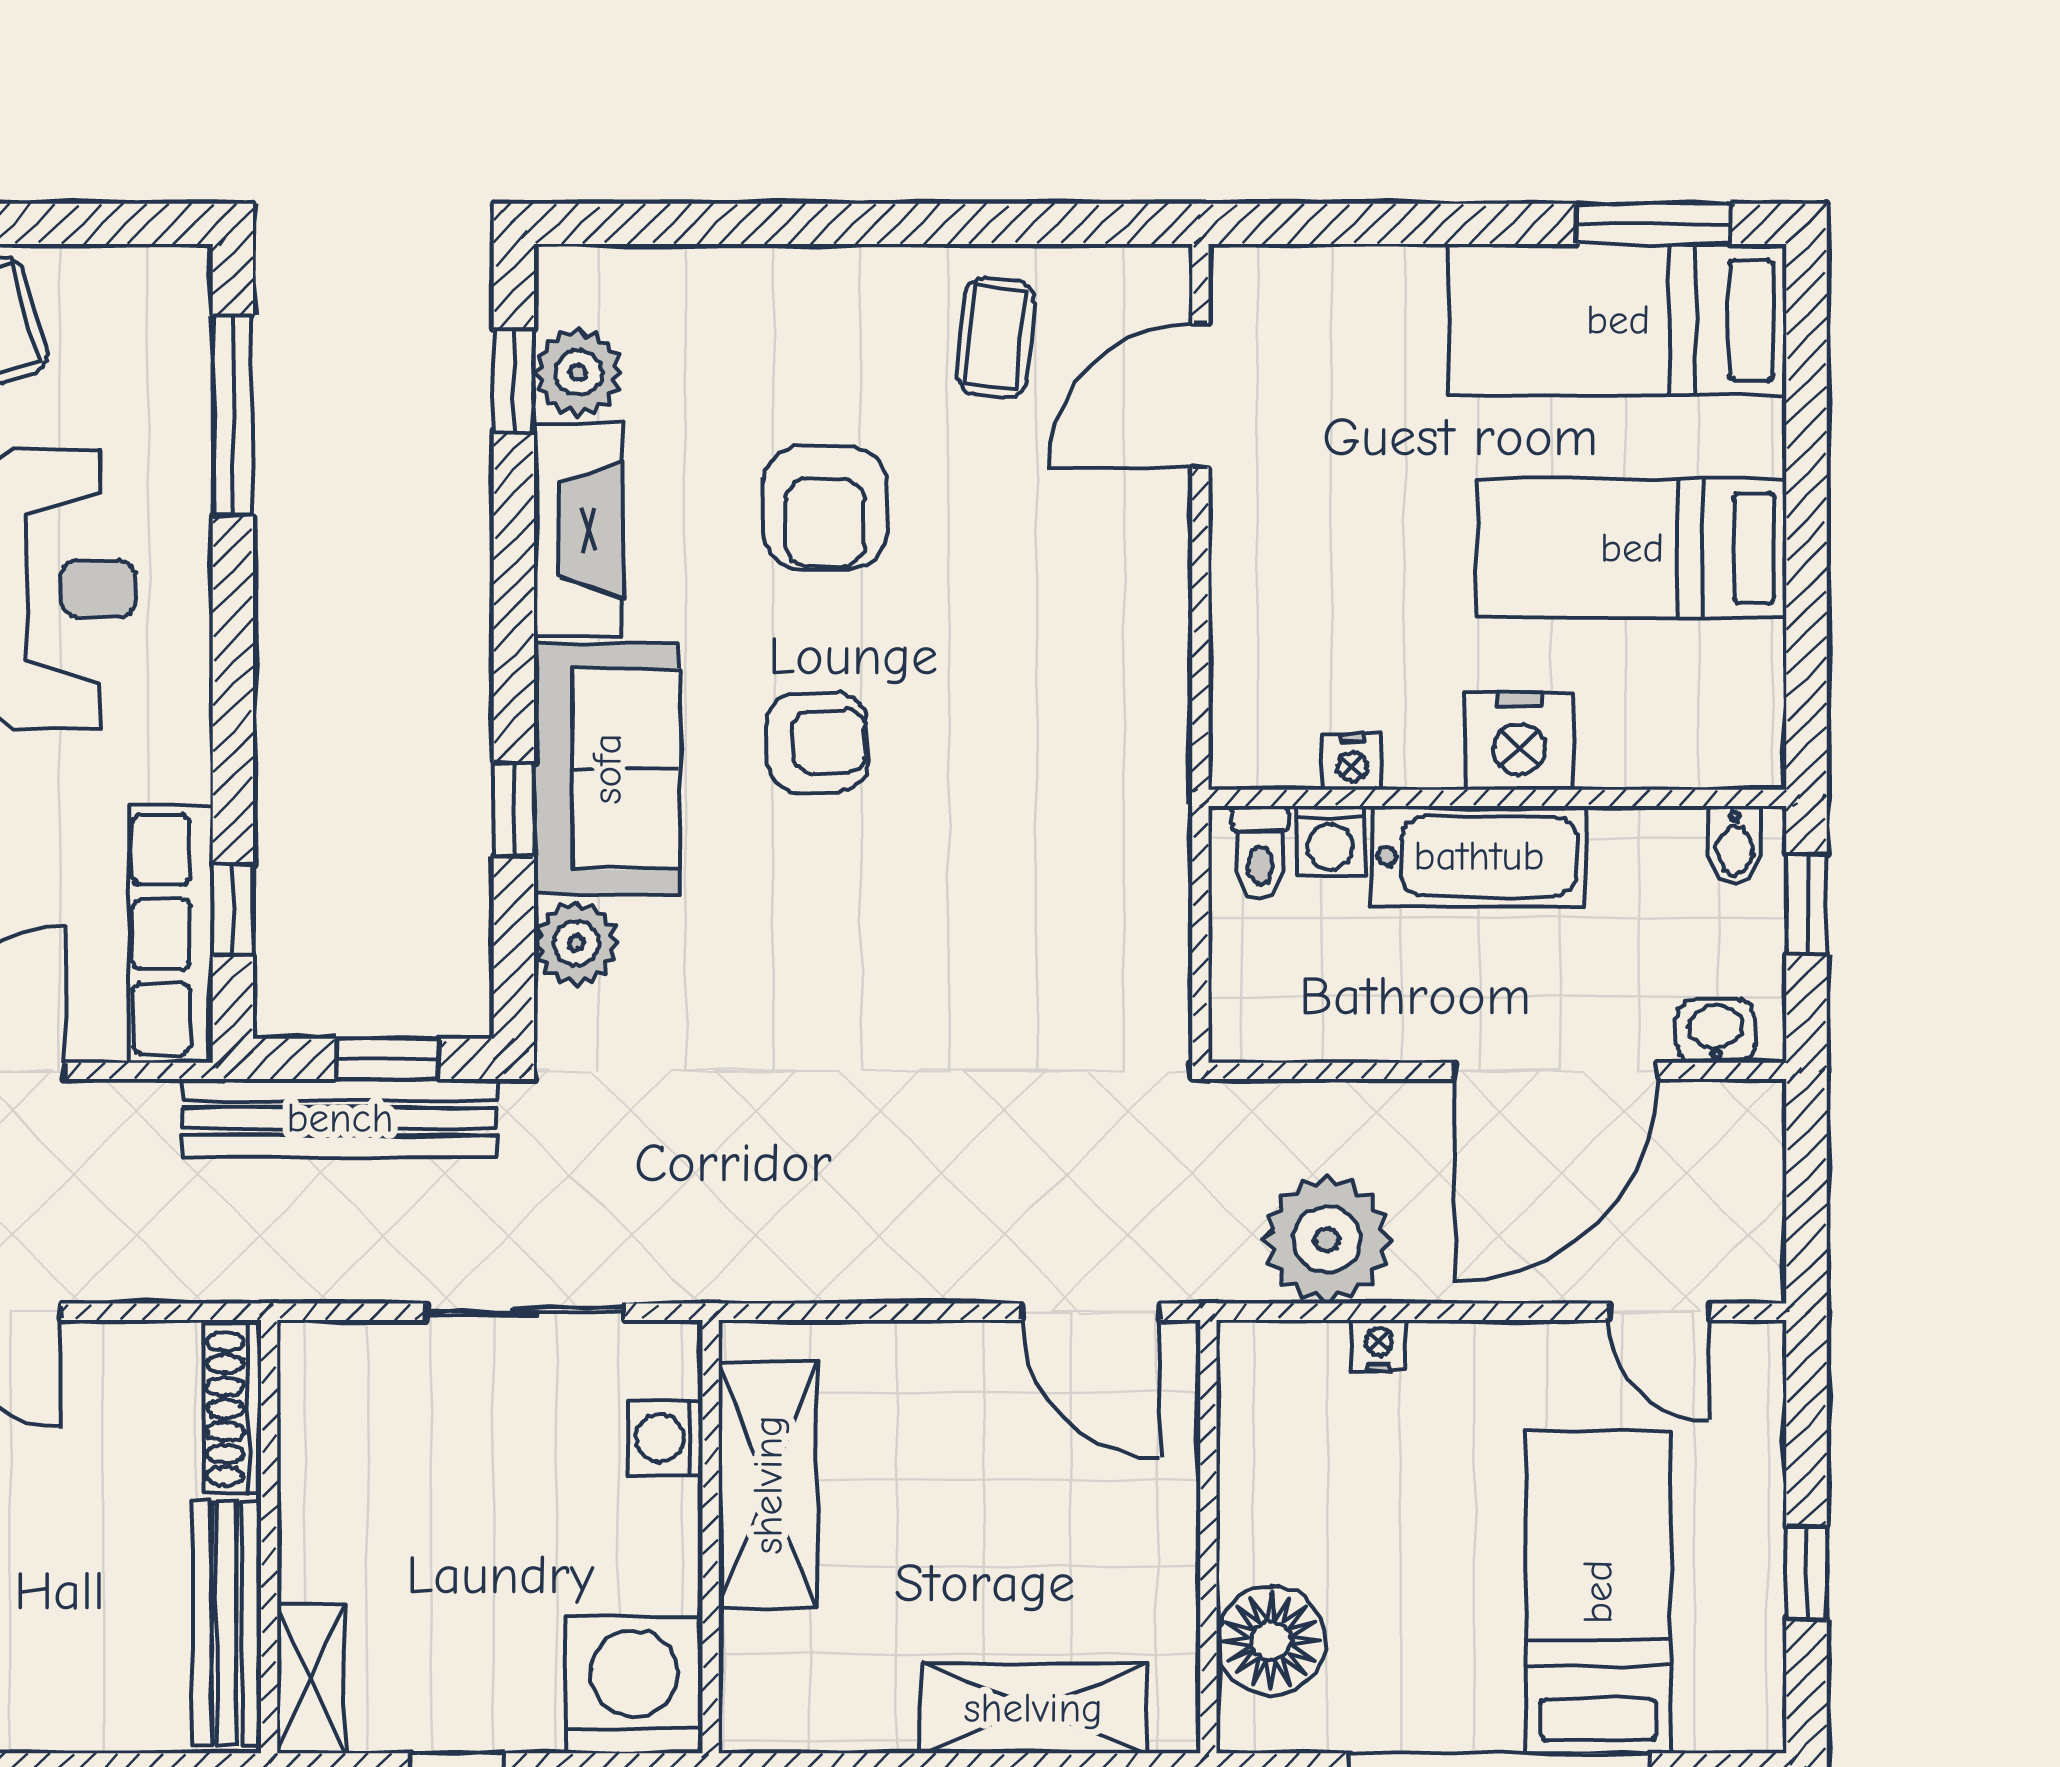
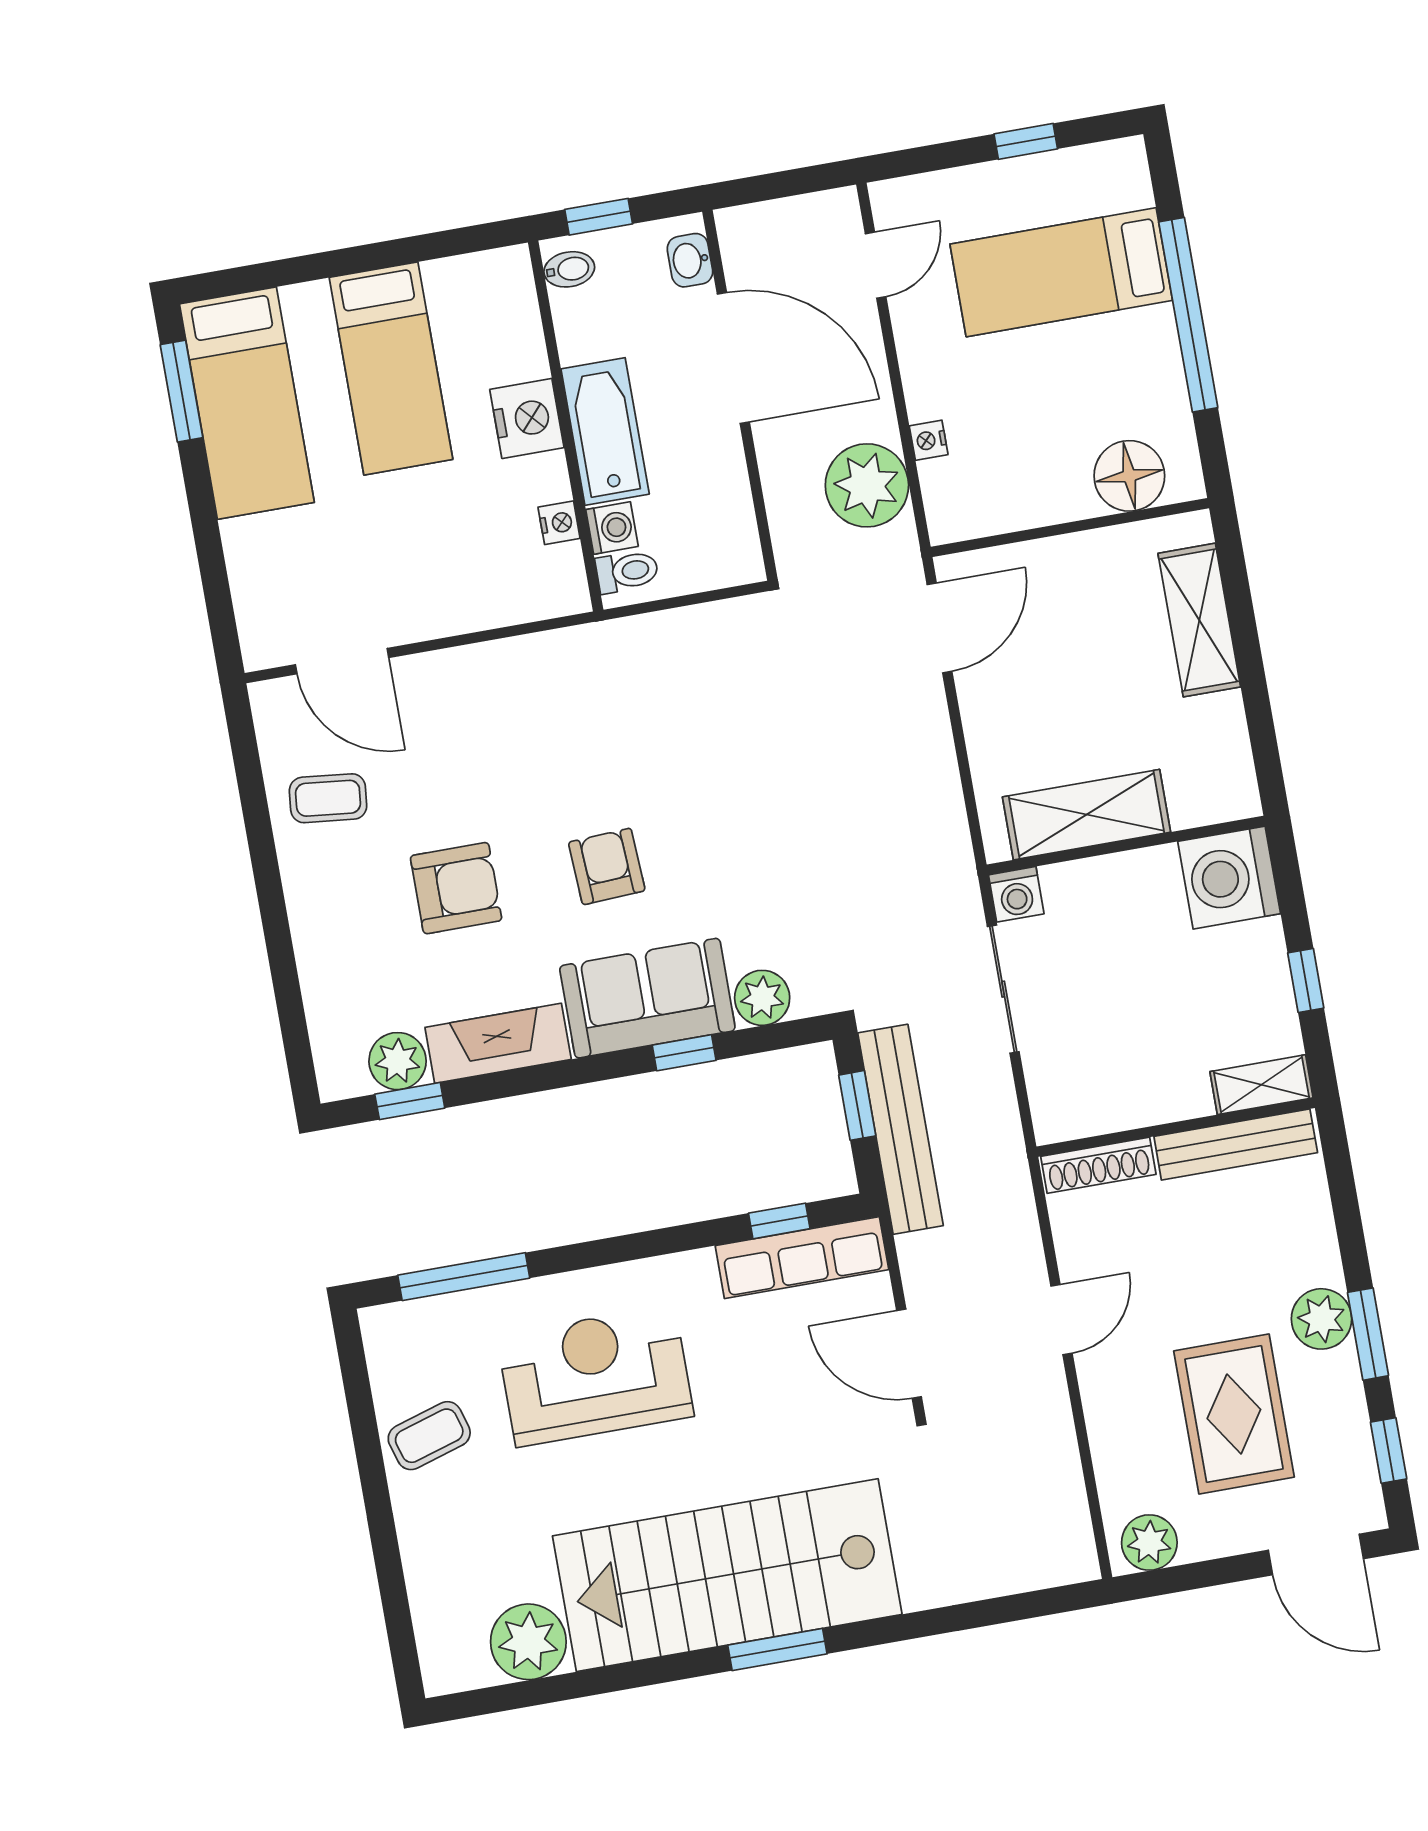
washing machine: (665, 1438) -> (1016, 894), moved

